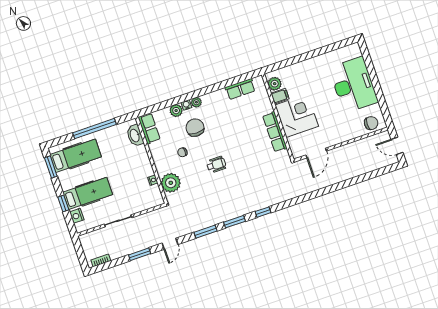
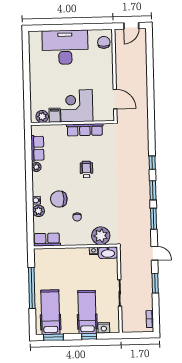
plant: (196, 102) -> (36, 167), moved
washbasin: (135, 135) -> (108, 253), moved
wheelchair: (216, 165) -> (86, 169), moved

